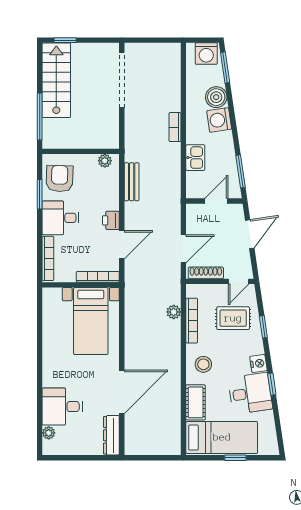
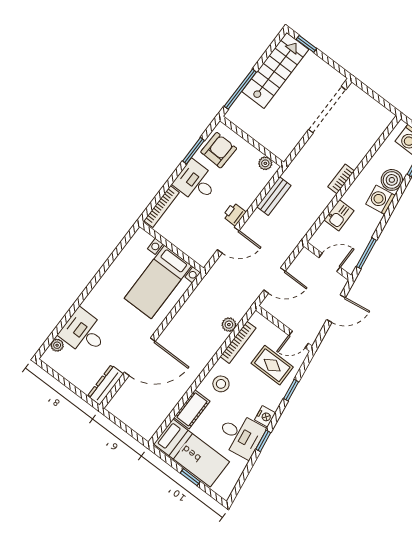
shoe rack: (206, 273) -> (278, 313), removed
bookcase: (98, 277) -> (190, 251), removed

